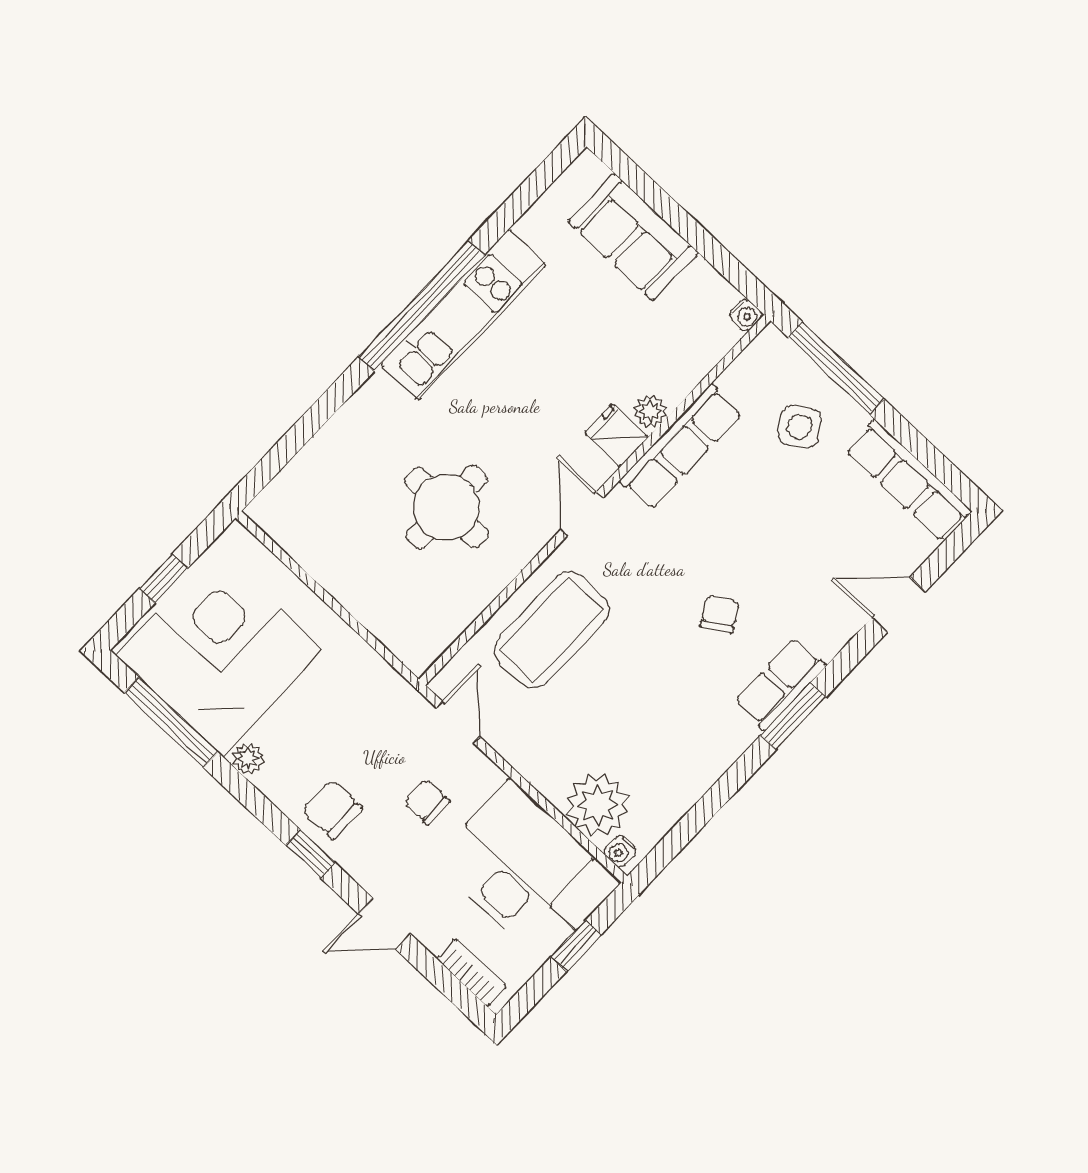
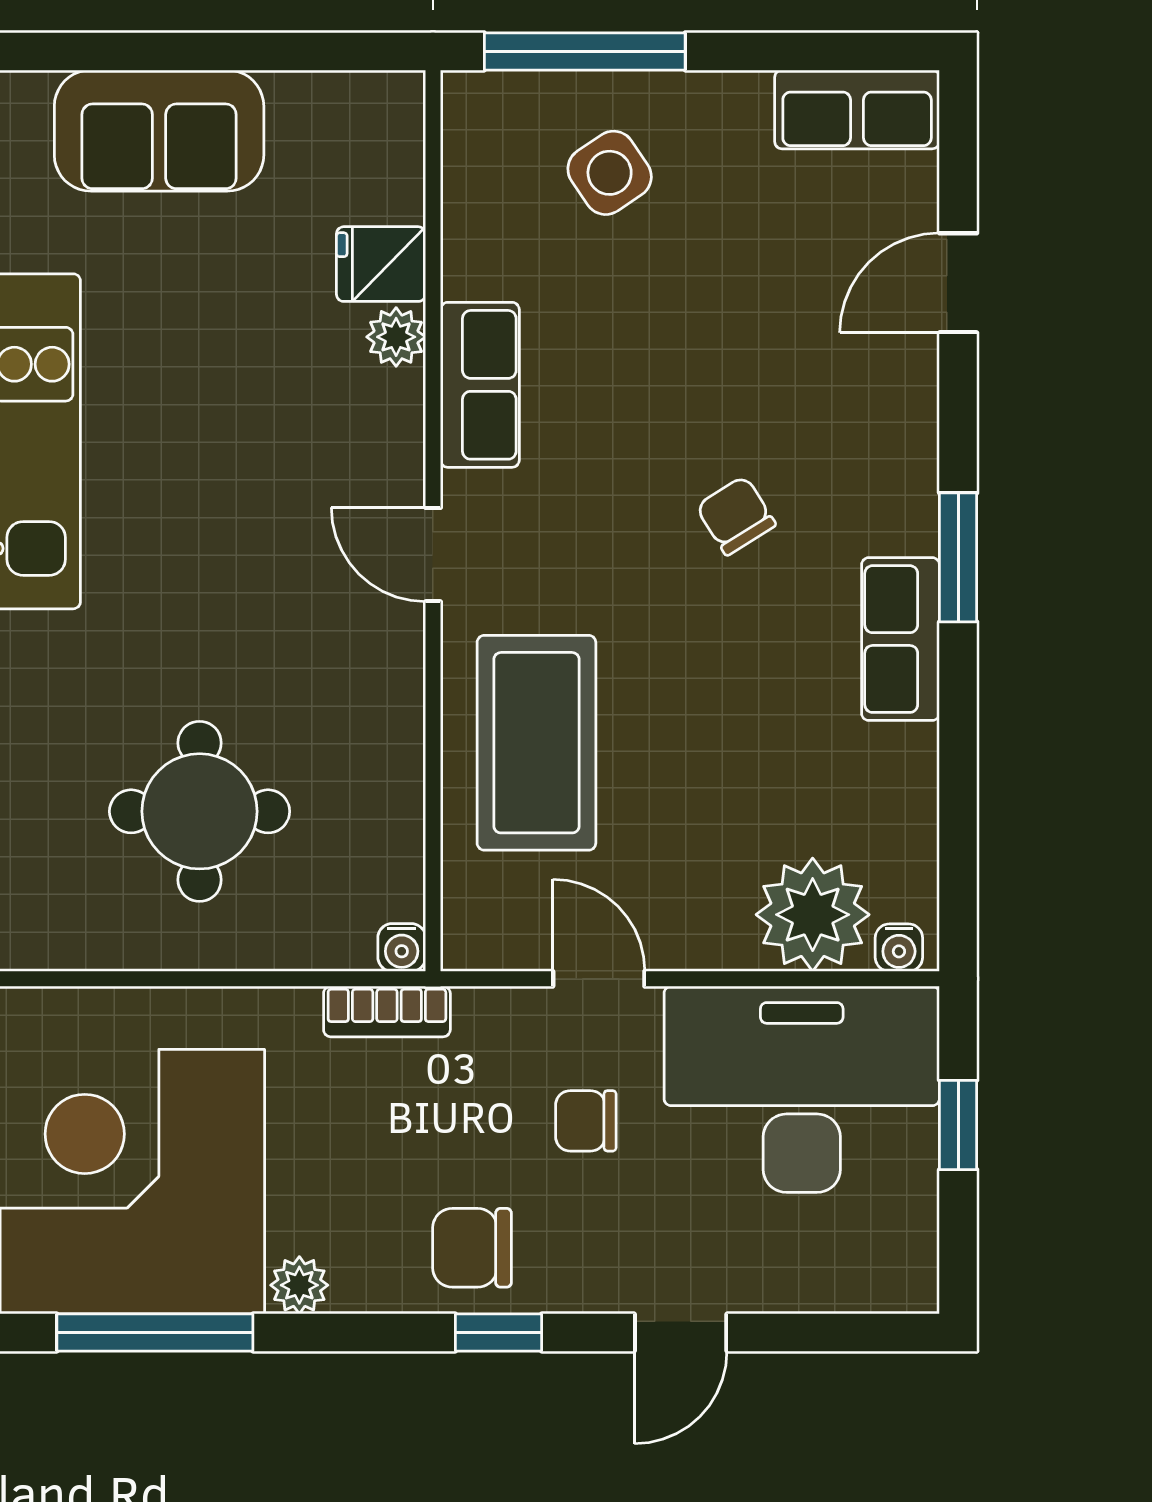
water cooler: (746, 315) -> (402, 947), moved, turned 90
fridge: (616, 435) -> (381, 264), moved
row of seats: (681, 447) -> (480, 385), width x0.68
row of seats: (908, 481) -> (857, 109), width x0.68
round table: (446, 507) -> (200, 811), moved
row of seats: (780, 684) -> (901, 639), moved
door: (458, 722) -> (599, 979), moved
bookcase: (471, 973) -> (387, 1011), moved, turned 180

